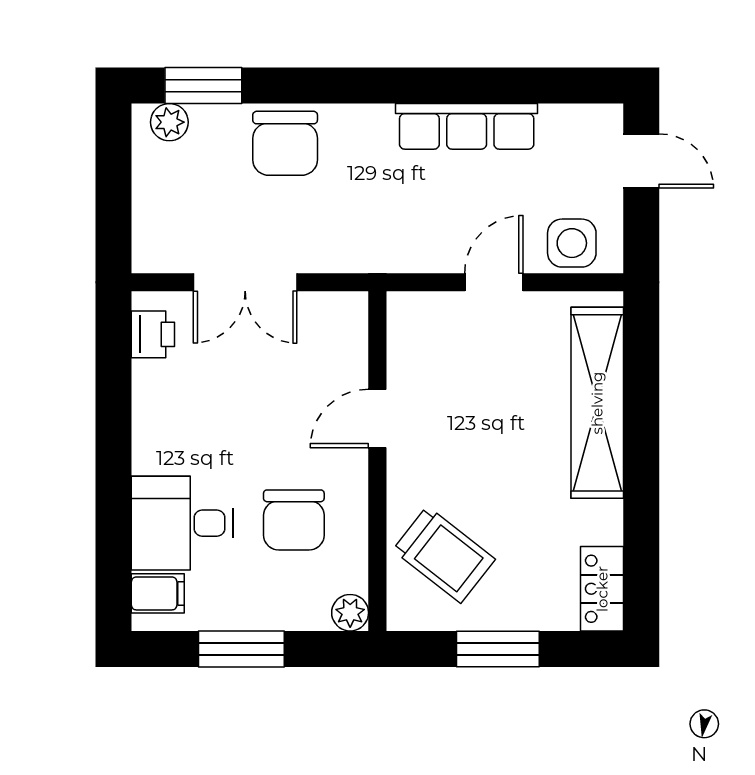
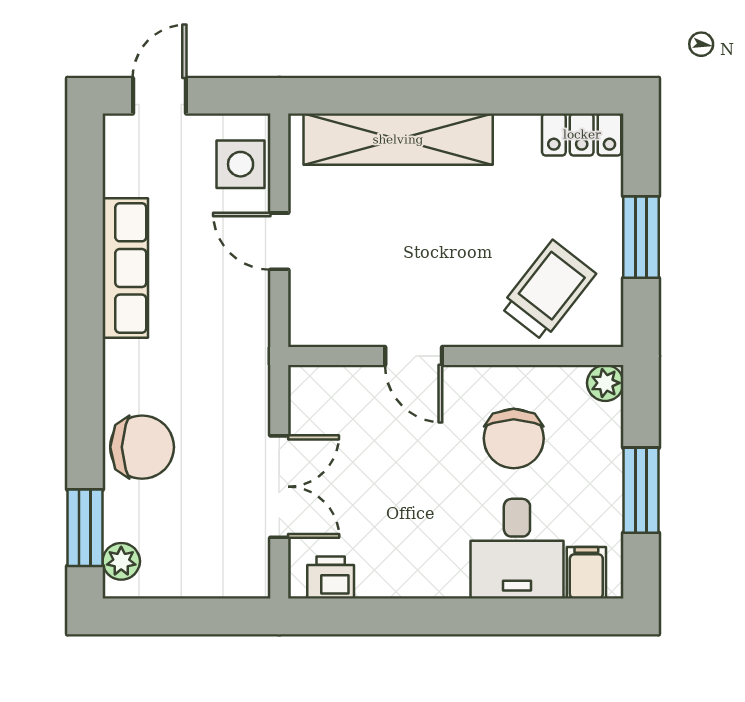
chair: (294, 520) -> (514, 438), turned 90

